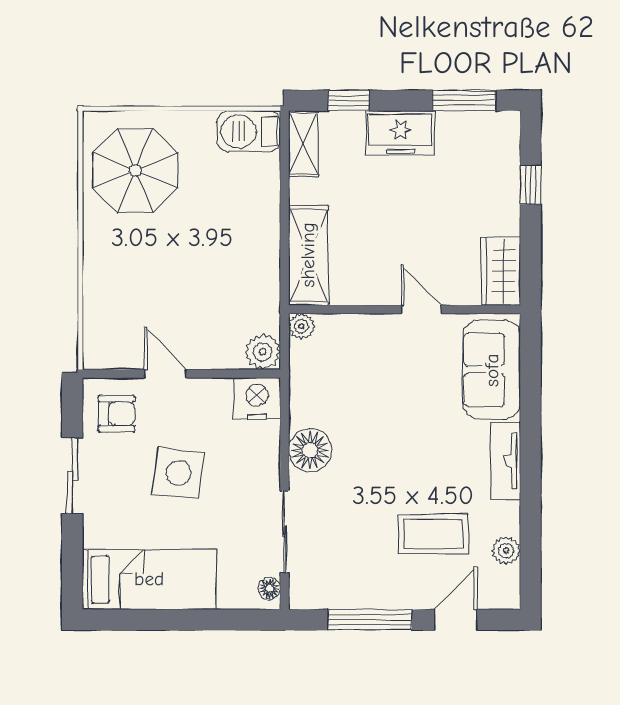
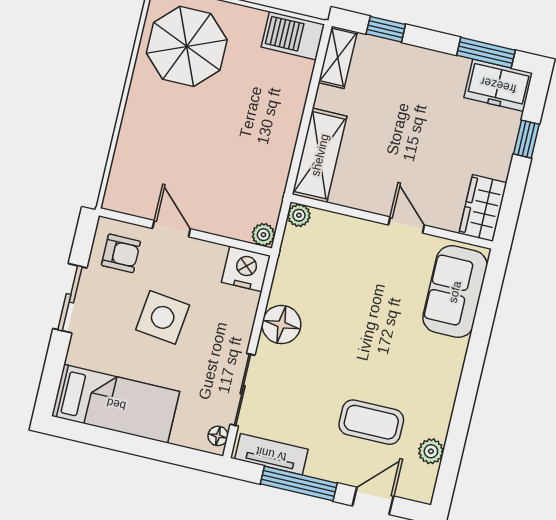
freezer: (401, 133) -> (498, 85), moved
plant: (263, 352) -> (263, 235), width x0.73, depth x0.73
tv unit: (505, 461) -> (271, 454), moved, turned 90

